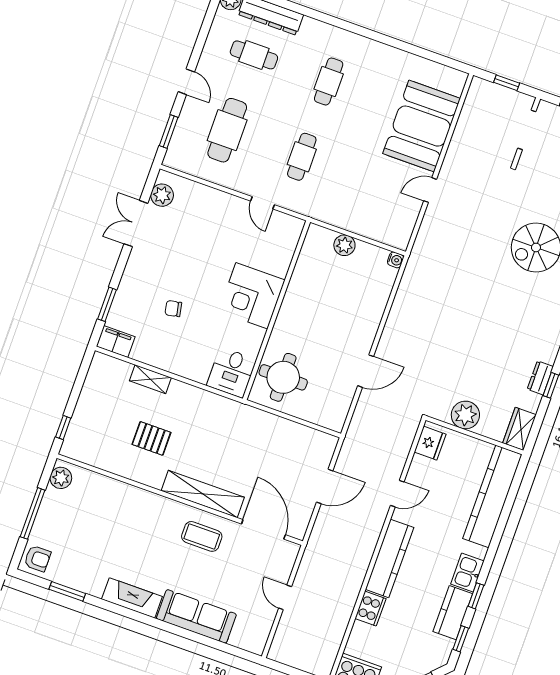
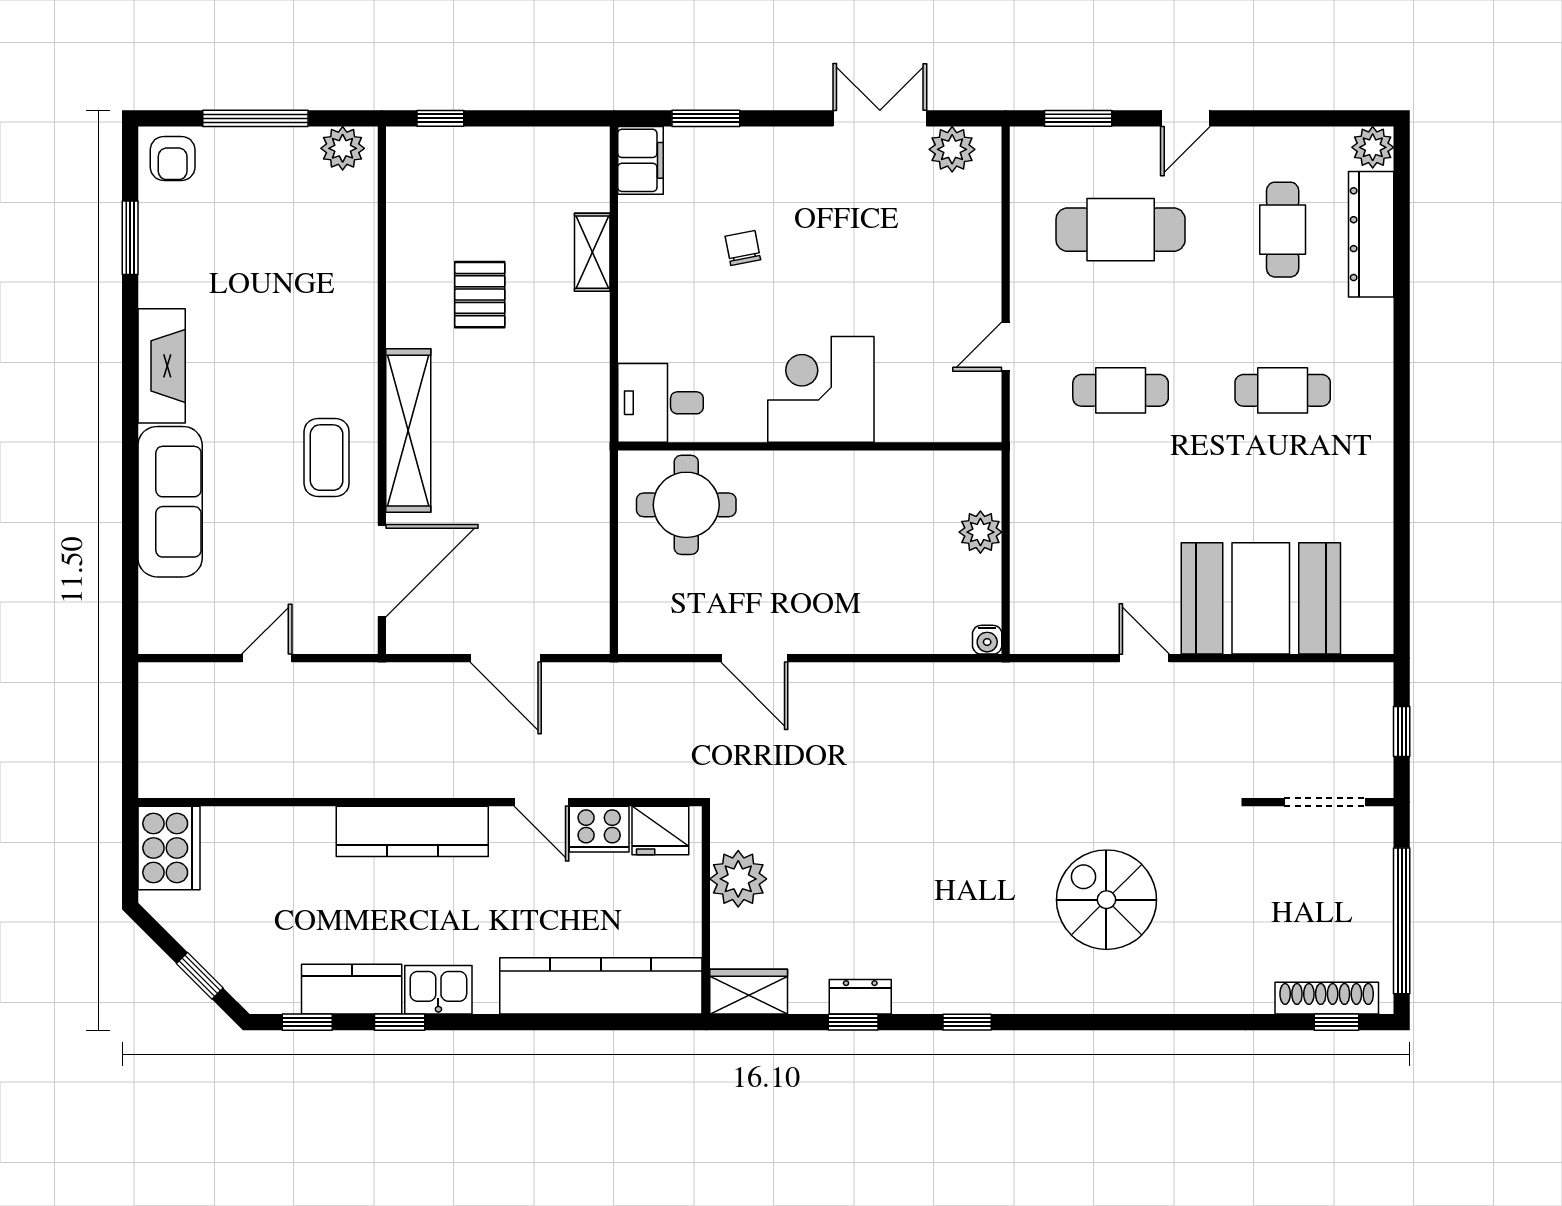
cooker: (370, 609) -> (599, 829), moved

